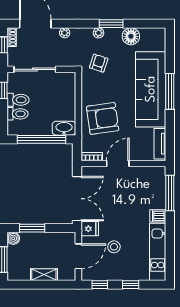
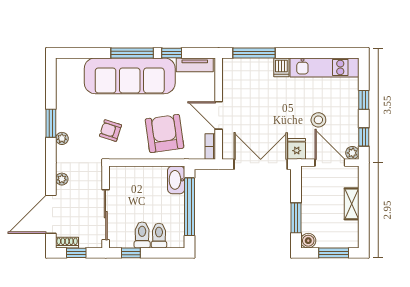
floor lamp: (131, 36) -> (66, 100), removed
armchair: (99, 63) -> (110, 131), moved
window: (170, 124) -> (172, 53), added
plant: (86, 275) -> (352, 153), added

